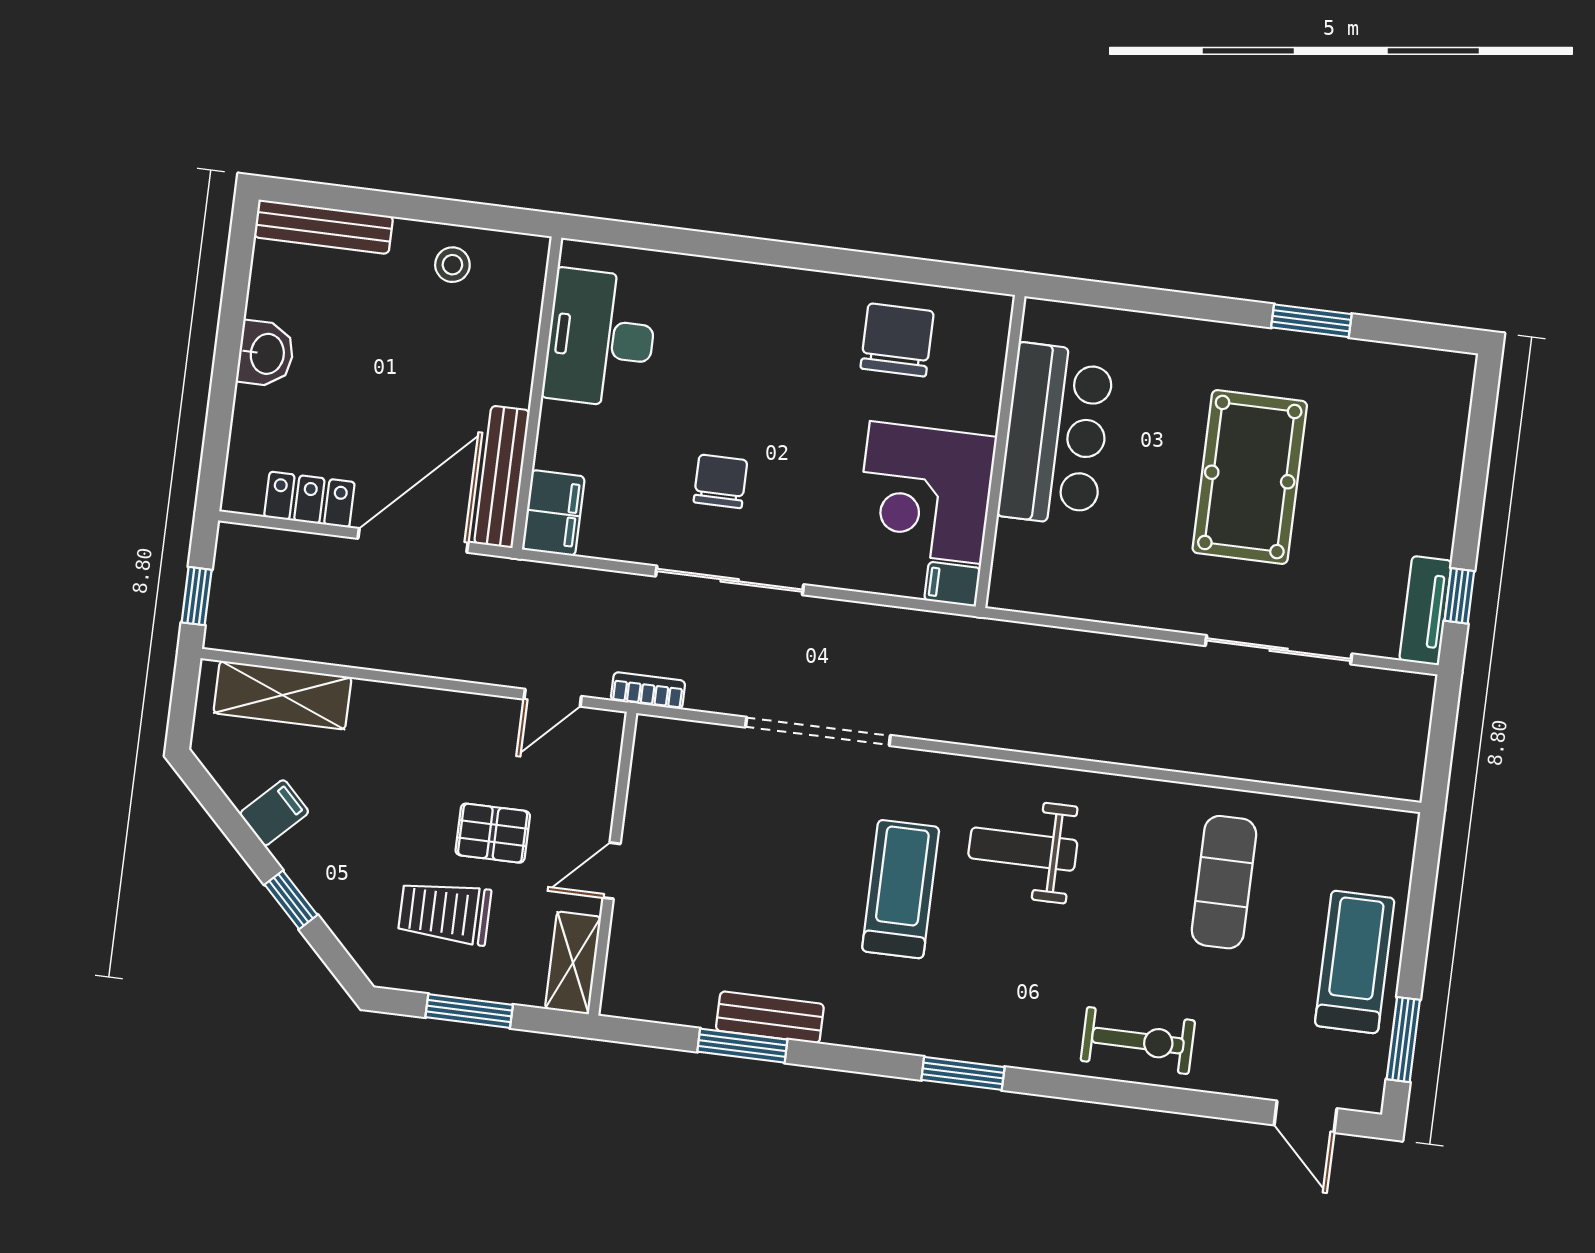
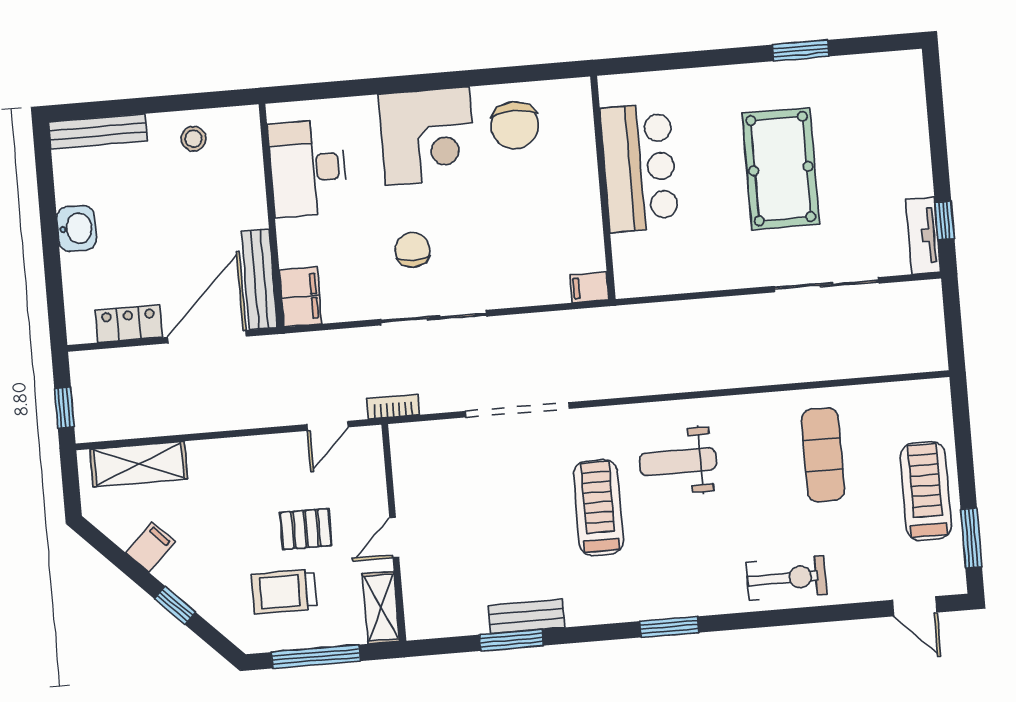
chair: (897, 340) -> (515, 125), turned 180
corner desk: (926, 493) -> (427, 136), moved, turned -90
window: (469, 1011) -> (316, 657), width x1.44

